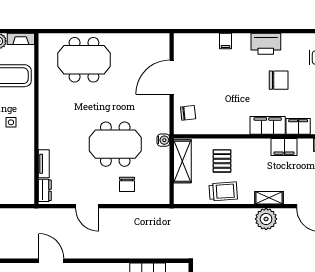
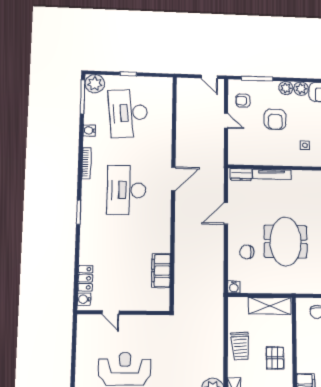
water cooler: (163, 140) -> (234, 287), moved
pallet: (222, 161) -> (275, 358), moved, turned 90
tv unit: (44, 164) -> (272, 174), width x1.41

